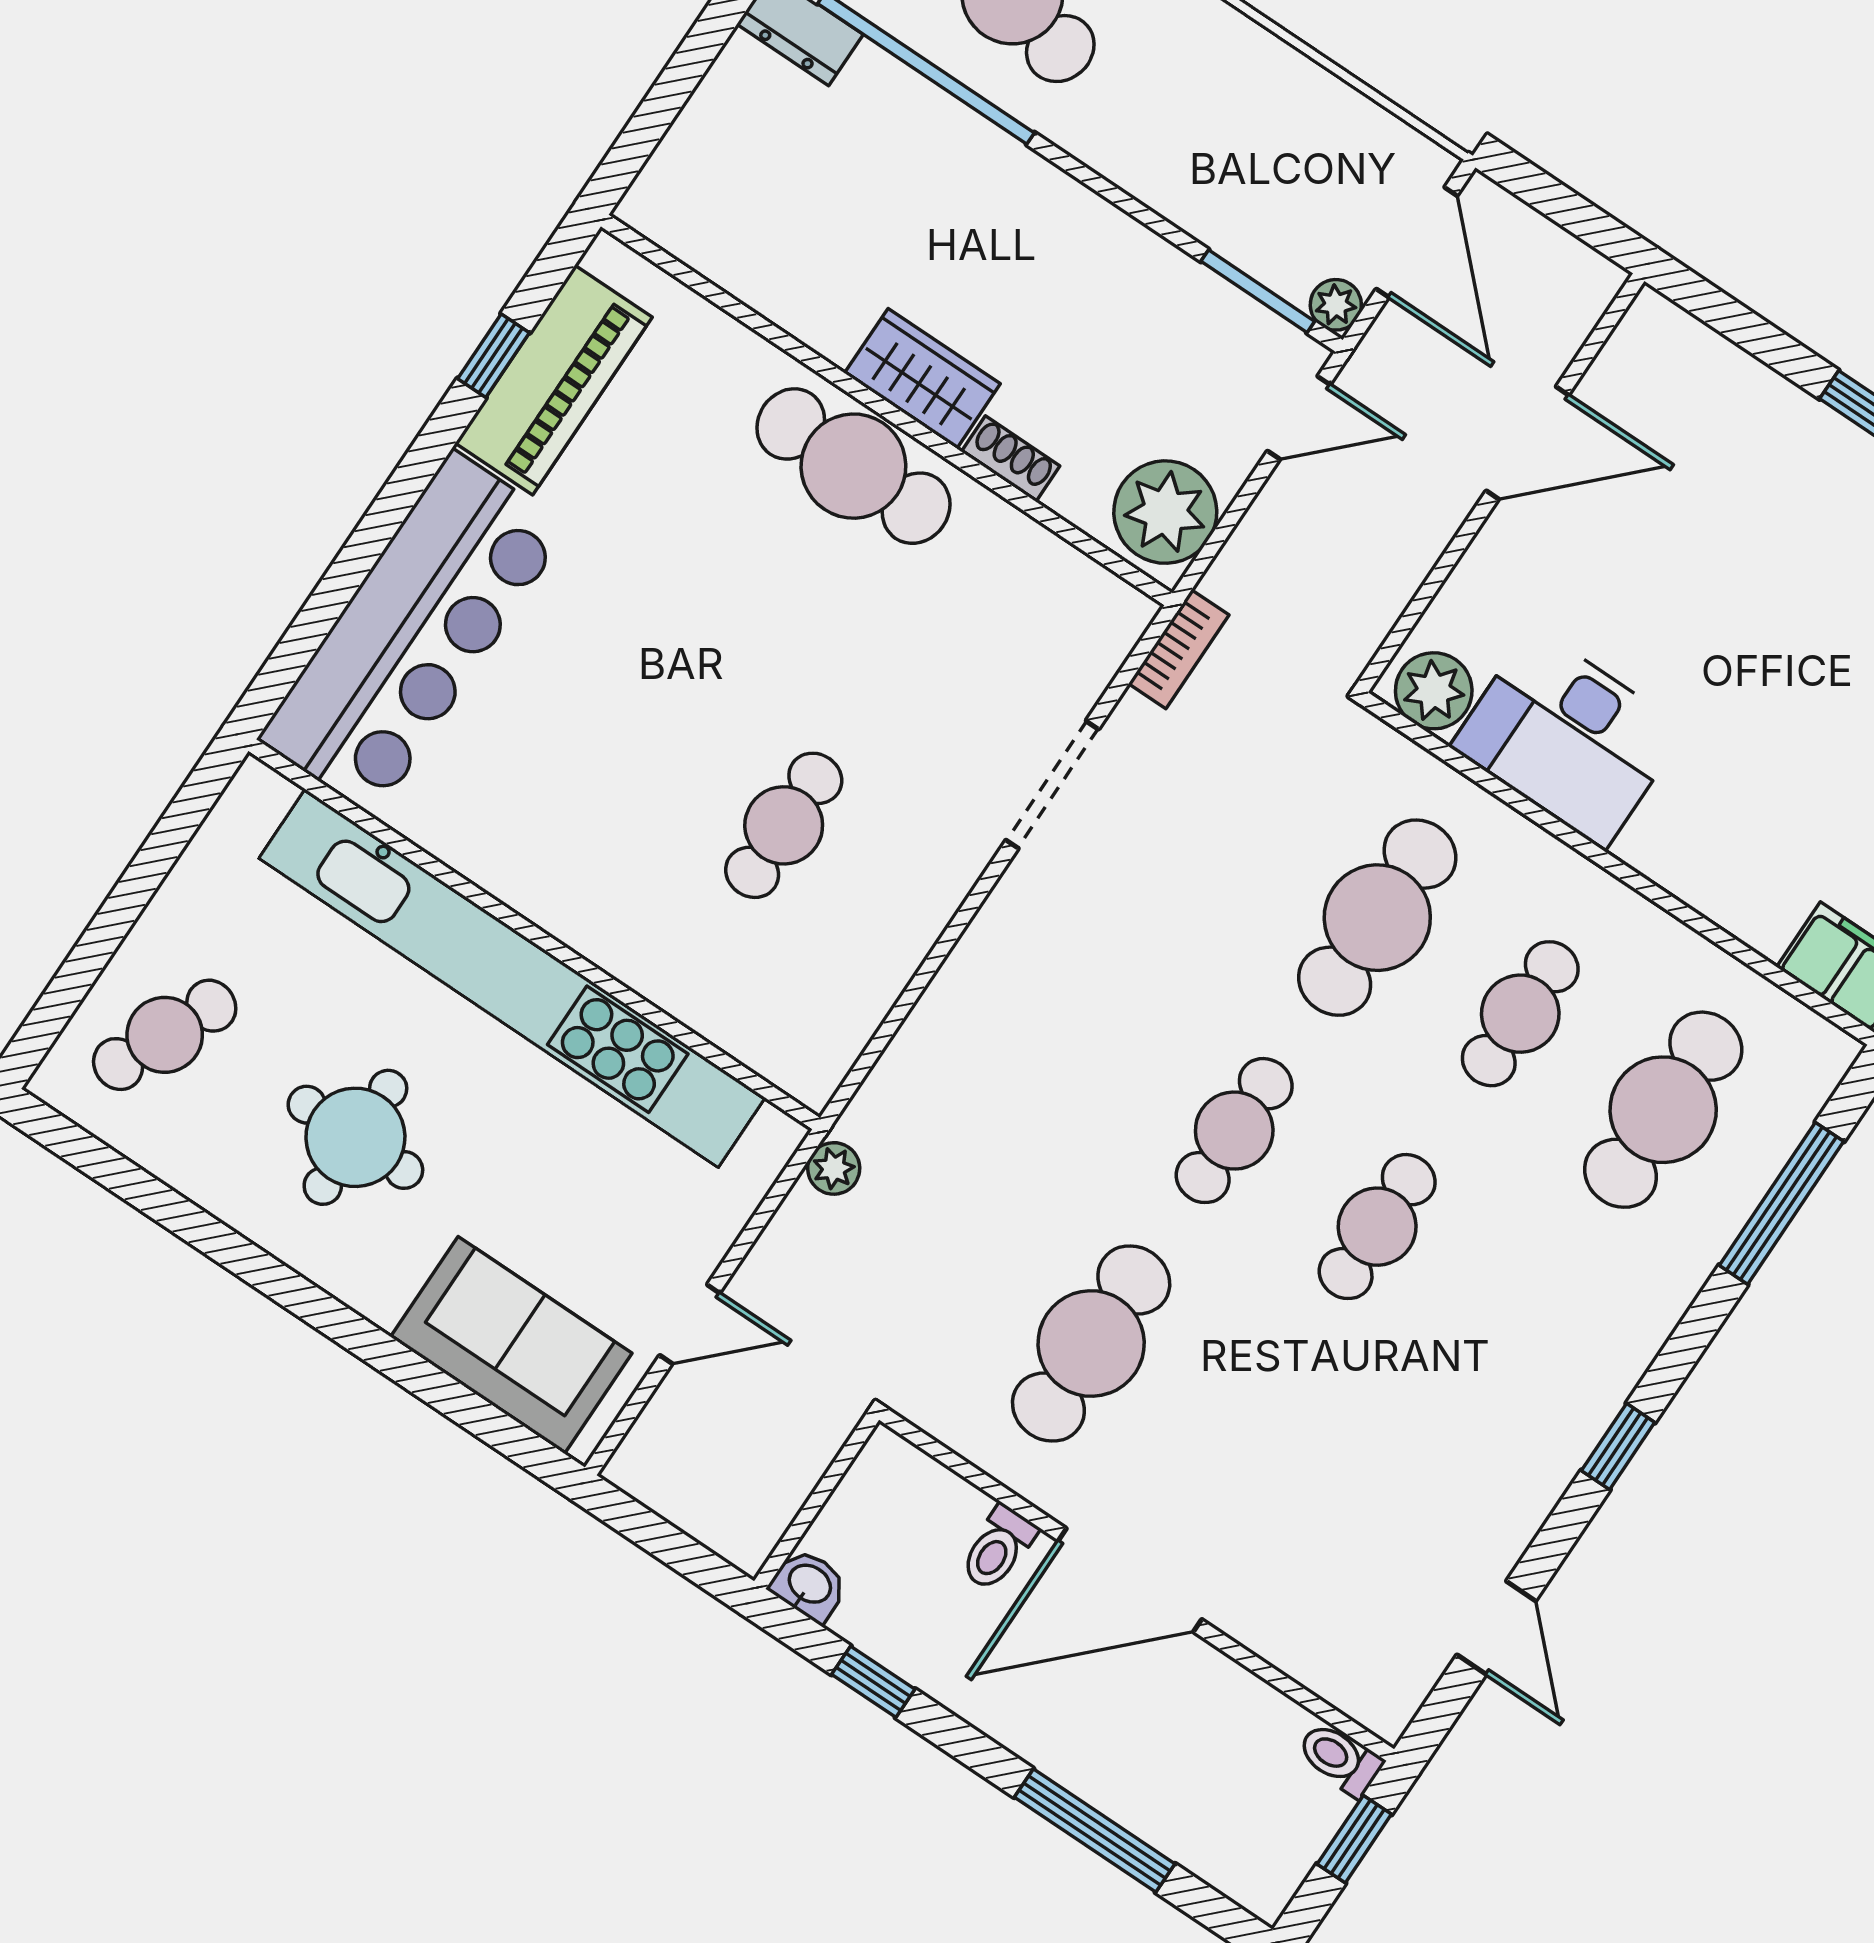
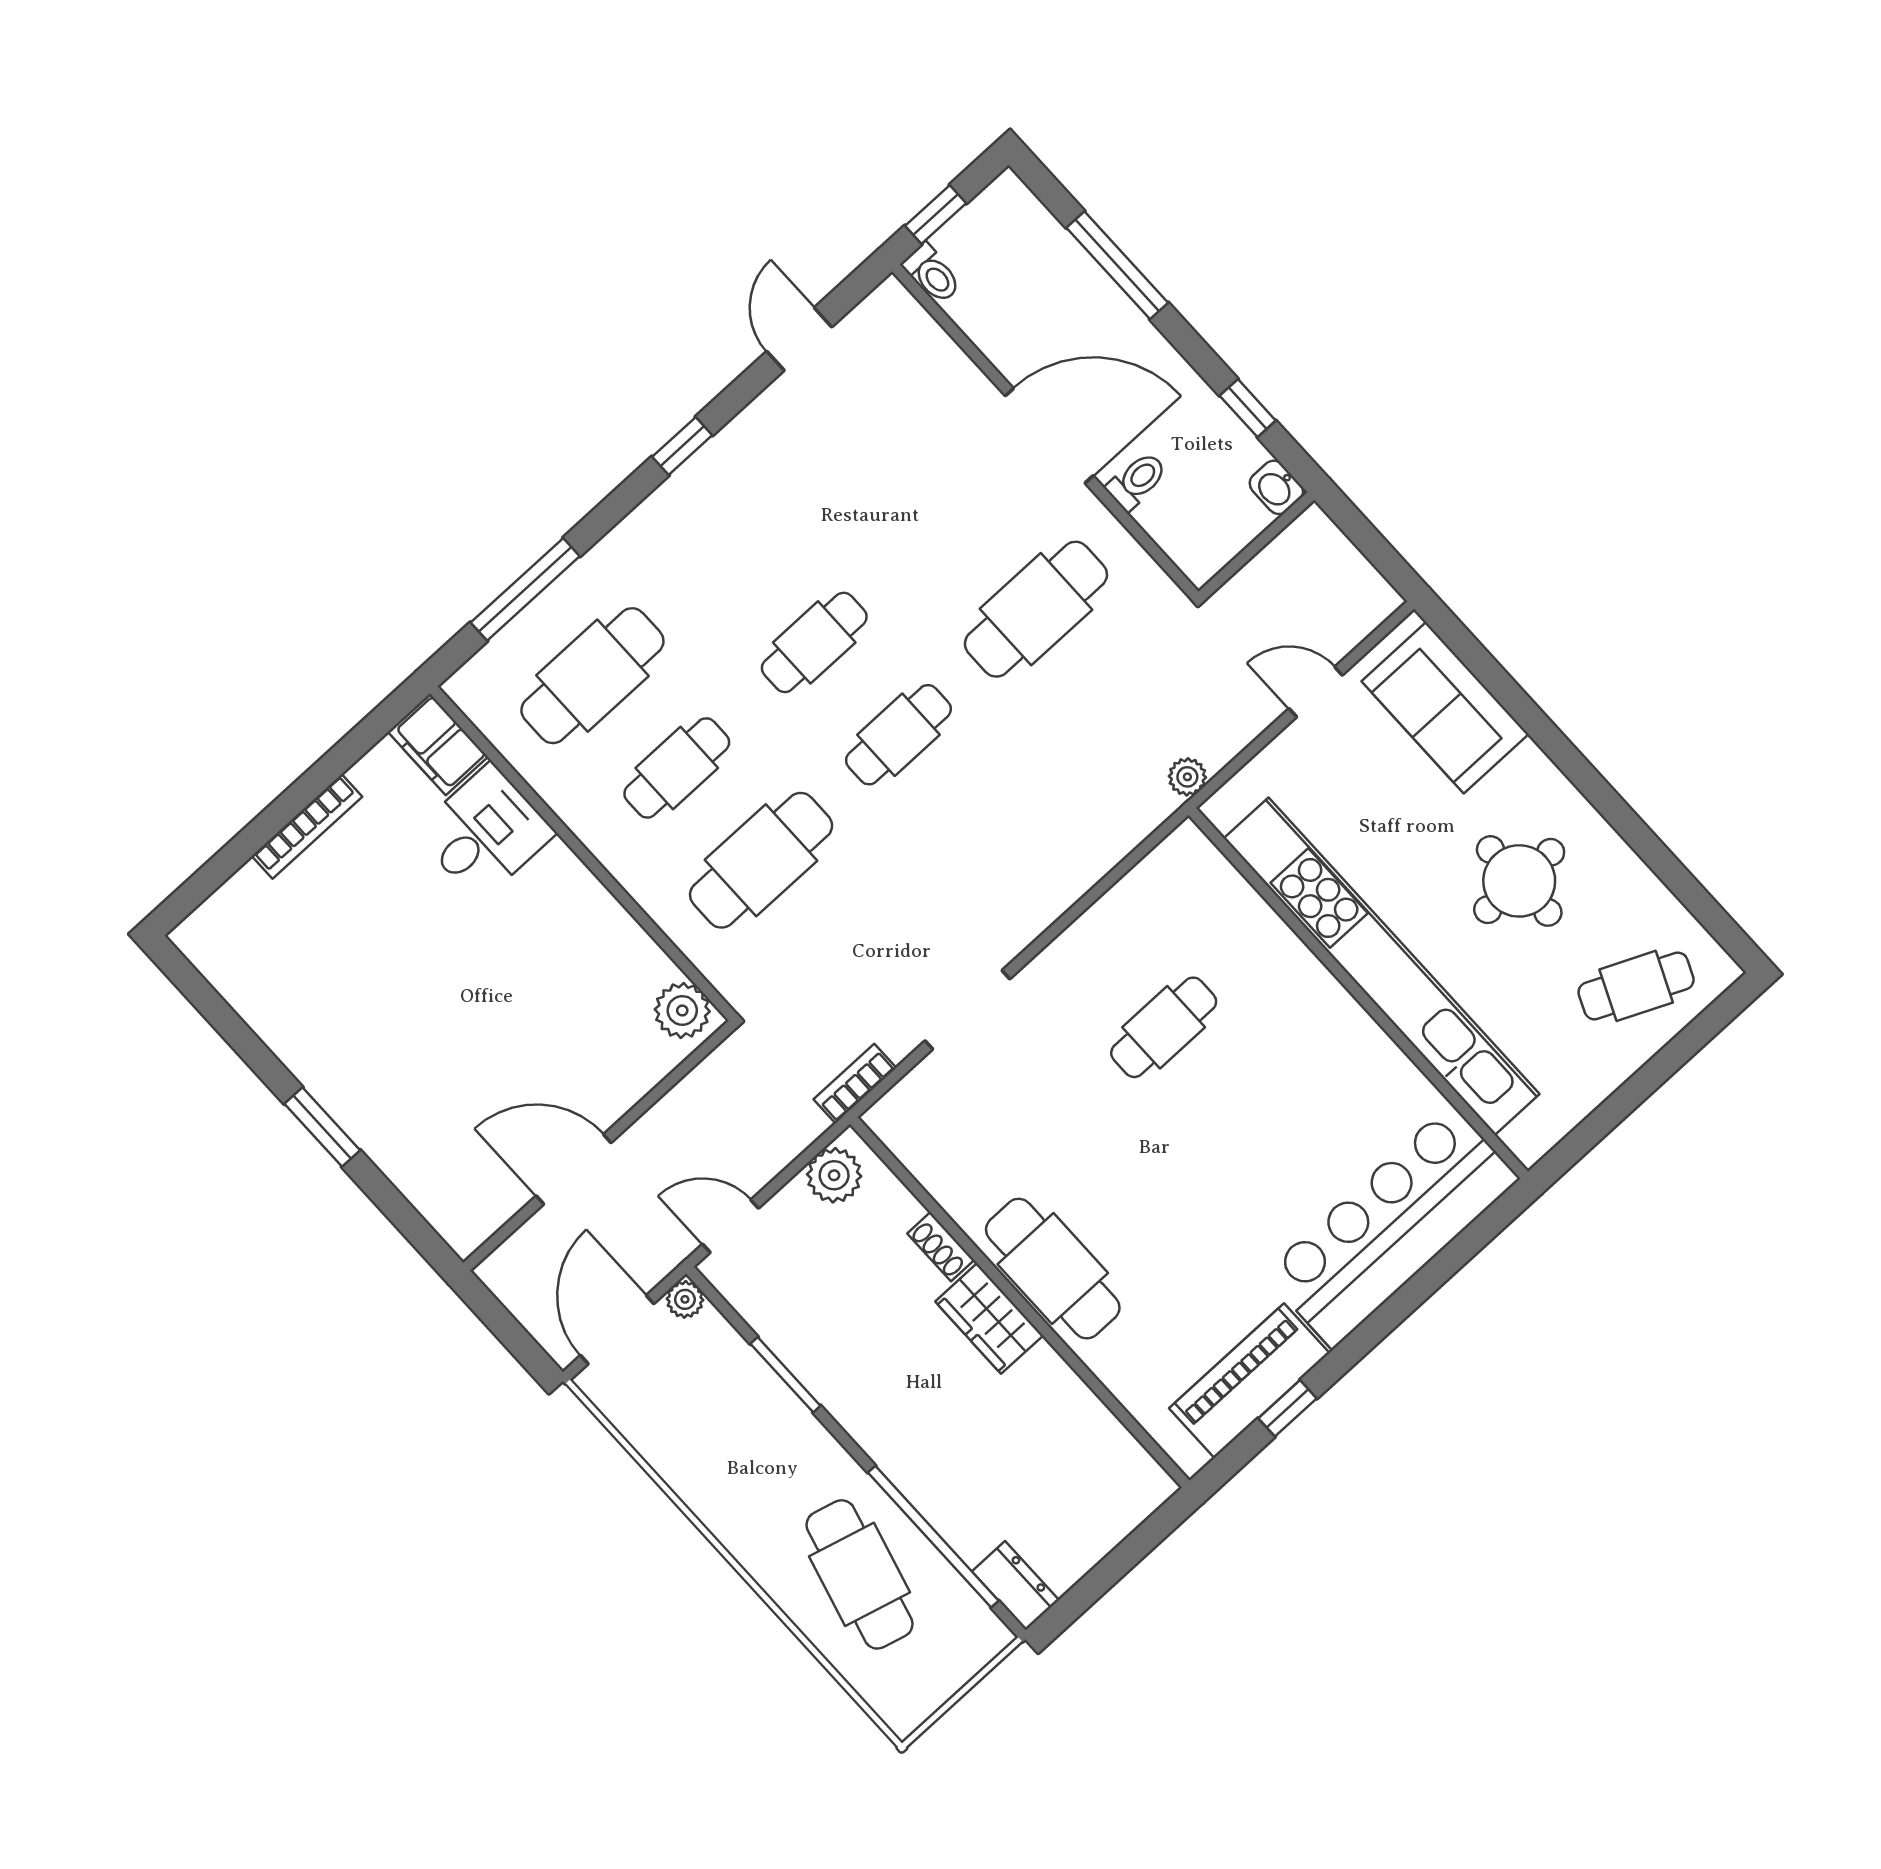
window: (1258, 291) -> (785, 1375), moved
plant: (1165, 512) -> (834, 1175), width x0.73, depth x0.73
desk: (1568, 738) -> (485, 833), moved, width x0.73

